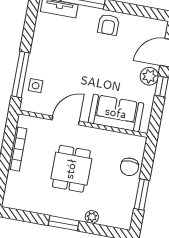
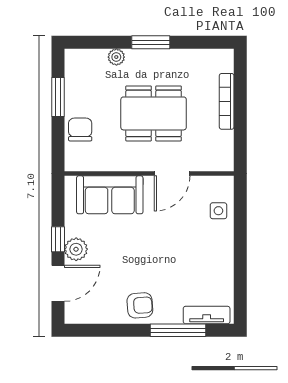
armchair: (109, 25) -> (140, 305), turned 86
window: (21, 74) -> (240, 221), removed
bookcase: (18, 149) -> (227, 101), moved
dining table: (71, 169) -> (154, 113), width x1.38

